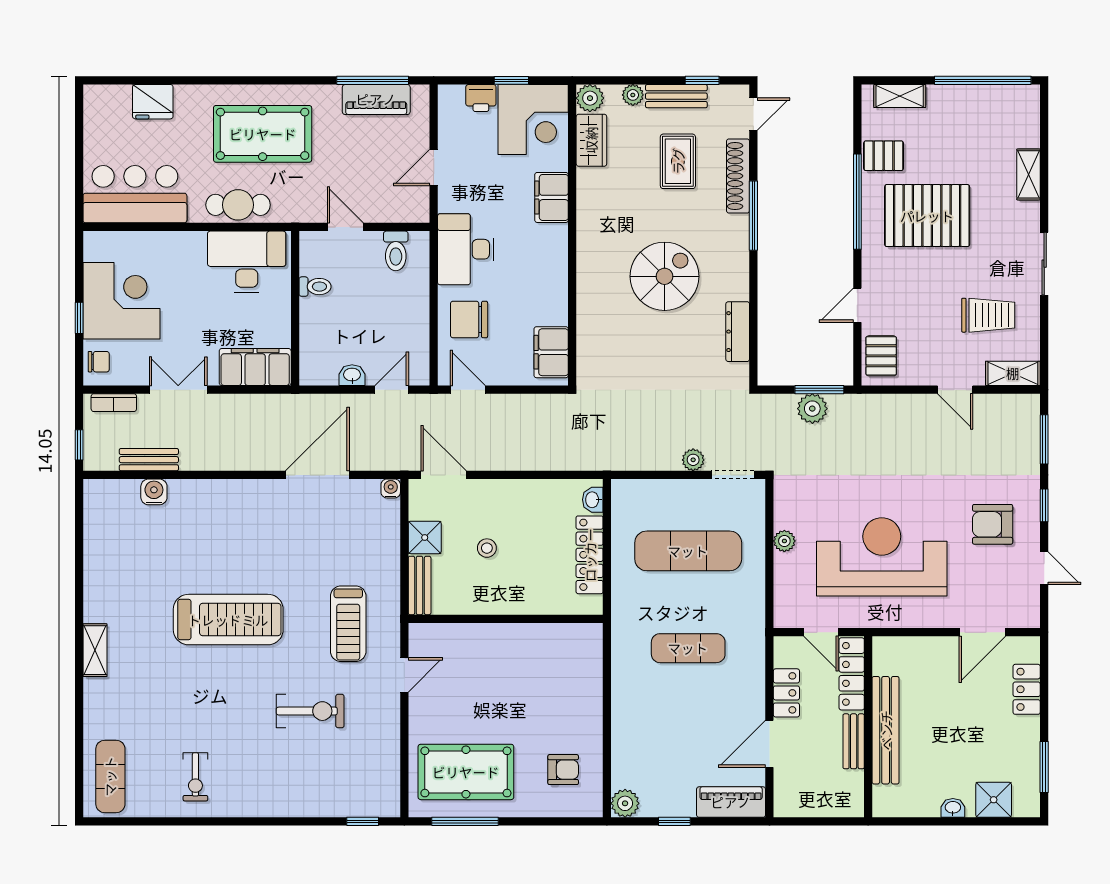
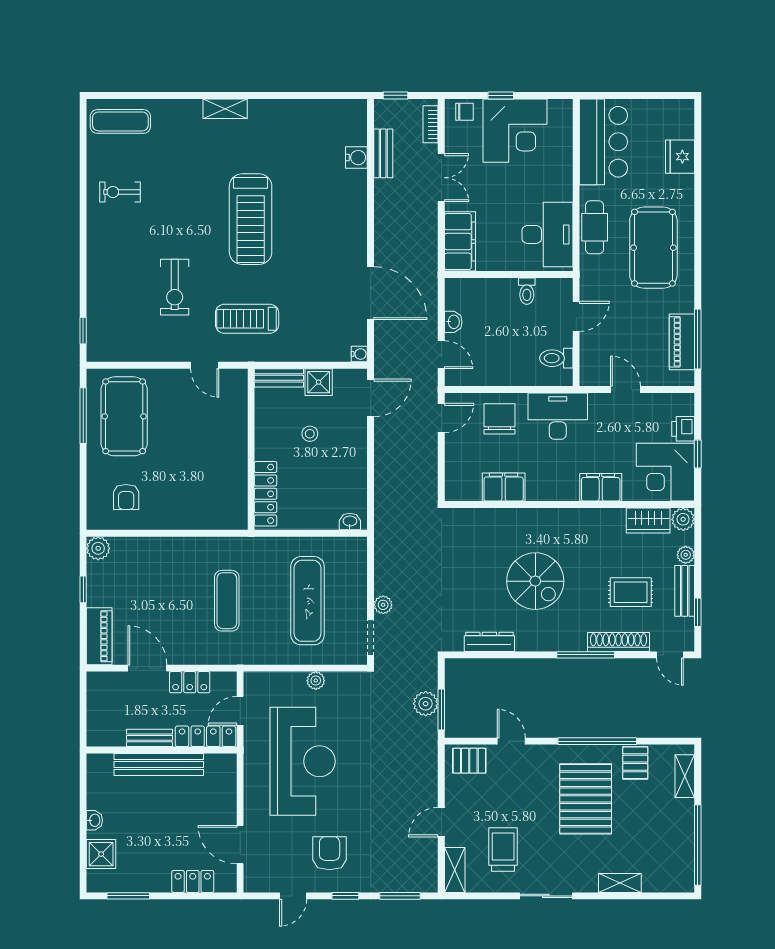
trolley: (988, 315) -> (503, 850), turned 180
filing cabinet: (551, 352) -> (504, 487), moved
chair: (99, 362) -> (464, 112), turned -90
locker: (590, 555) -> (266, 494), moved, turned 90

